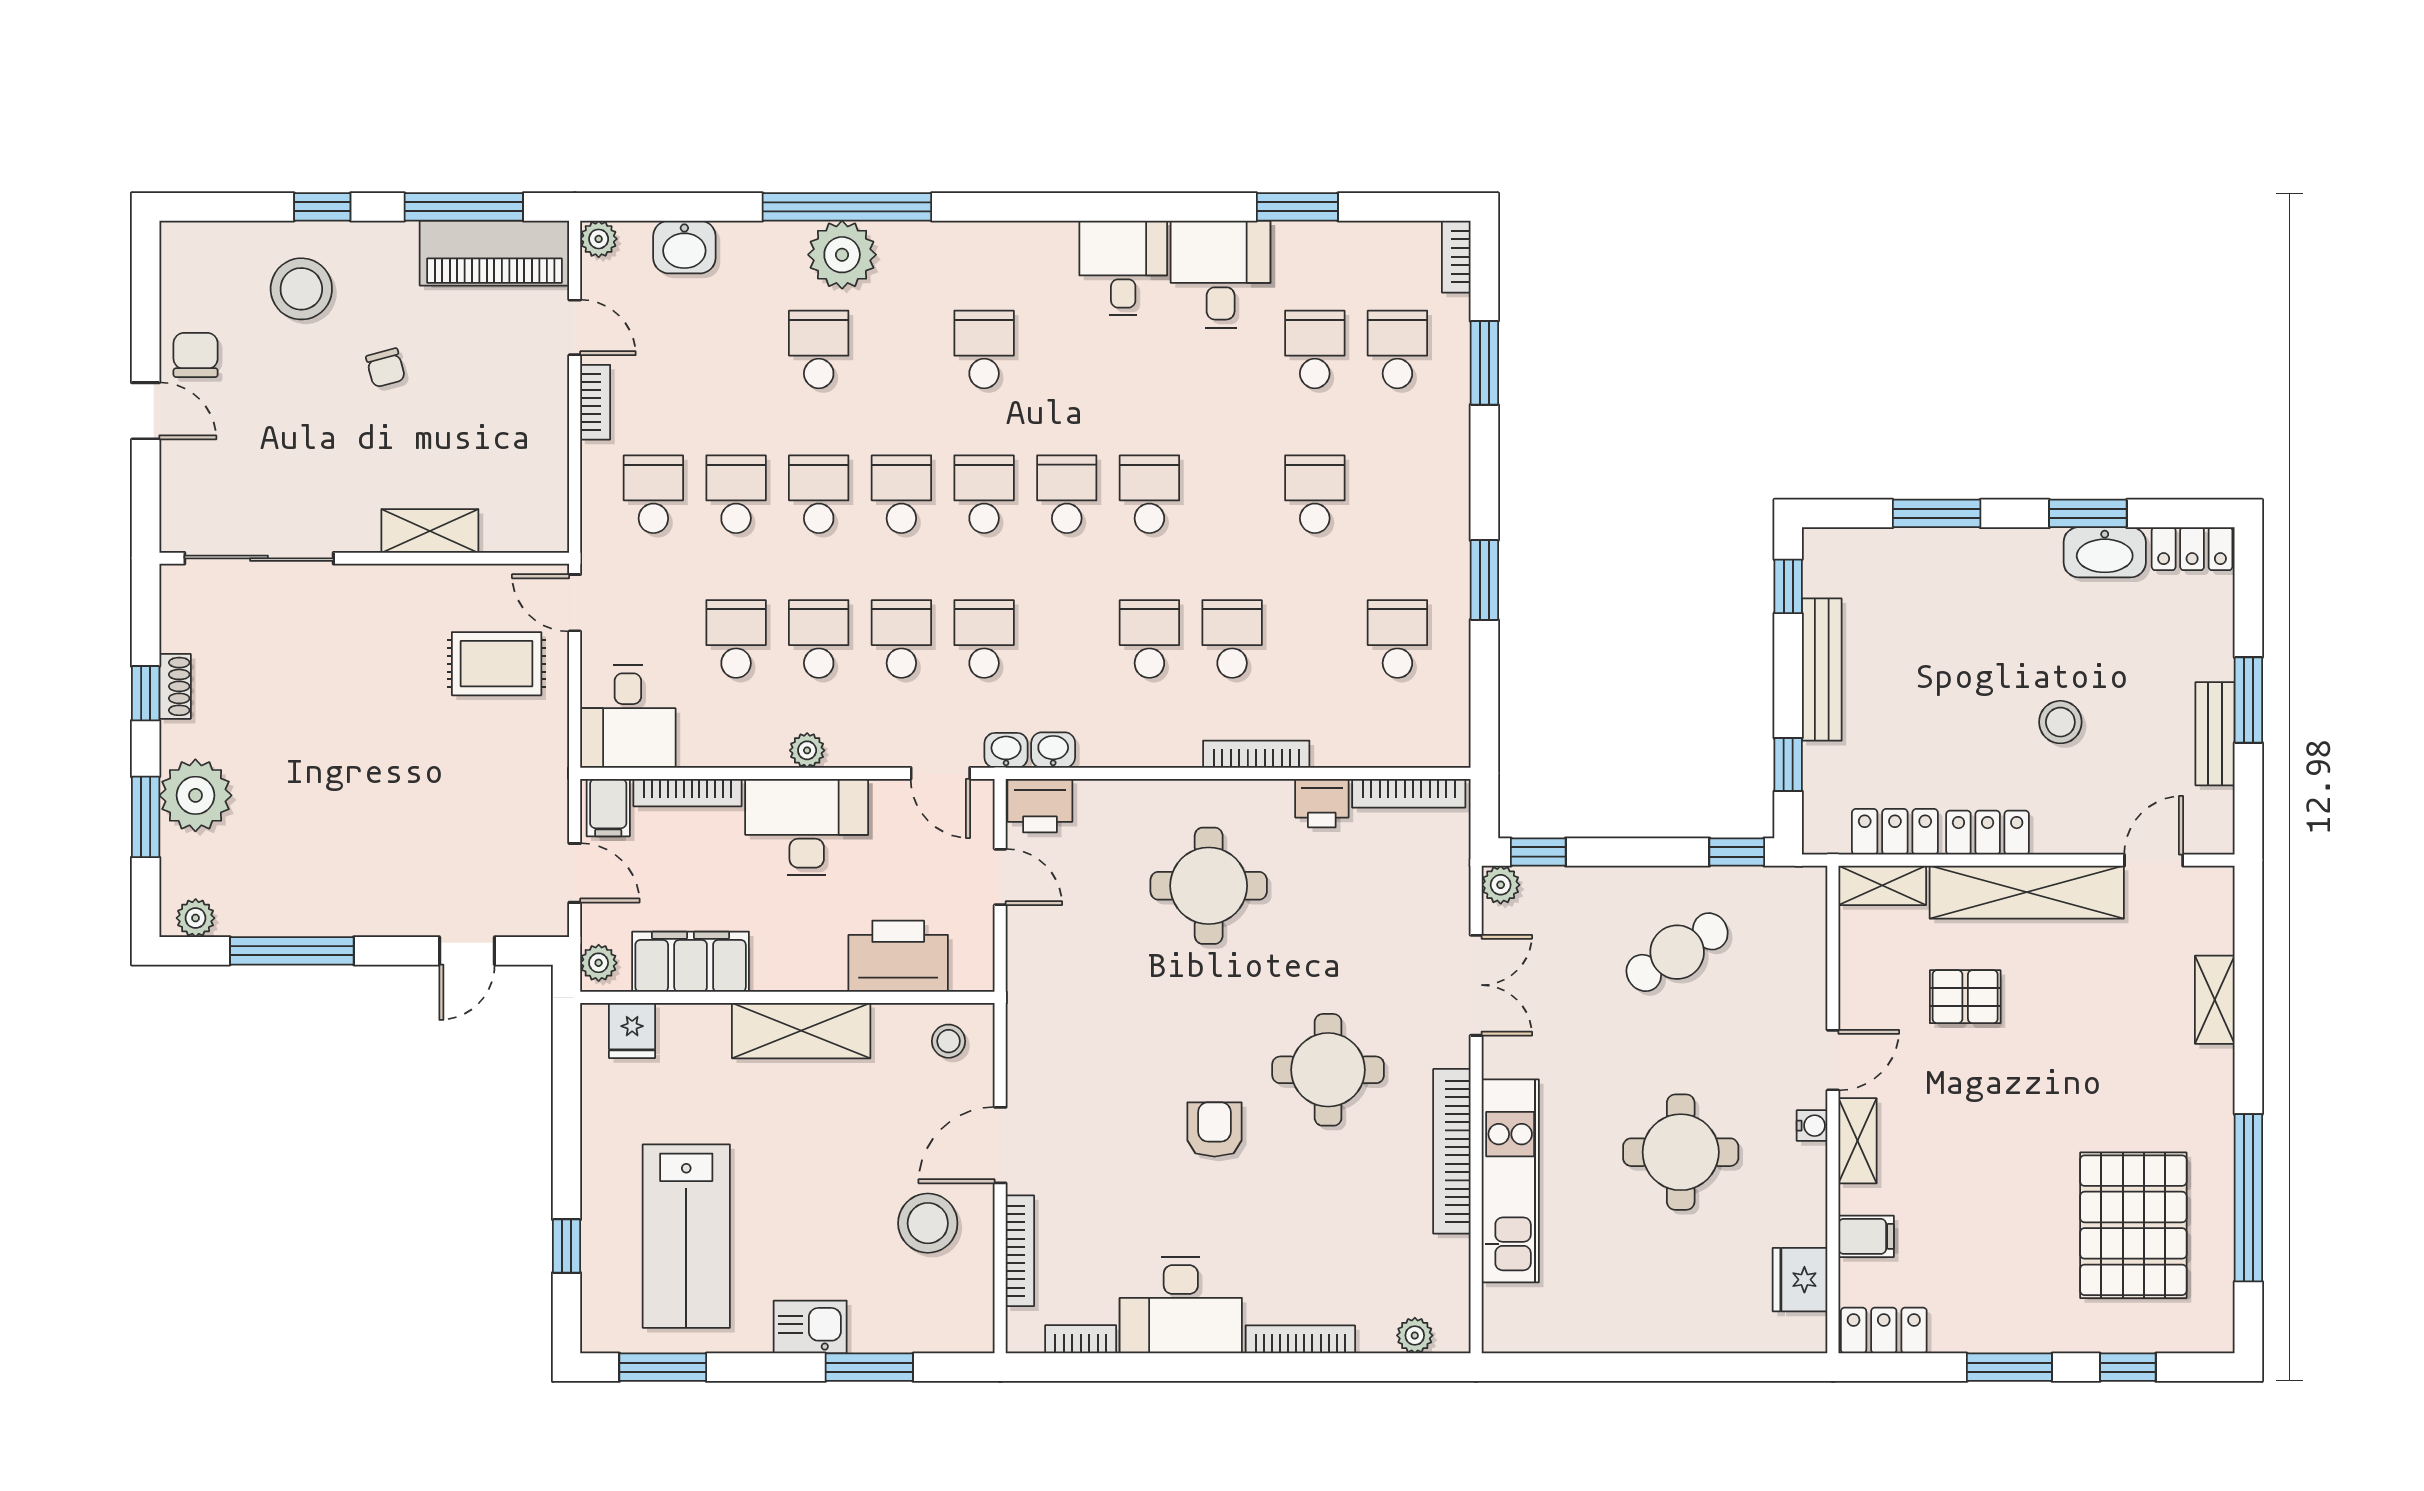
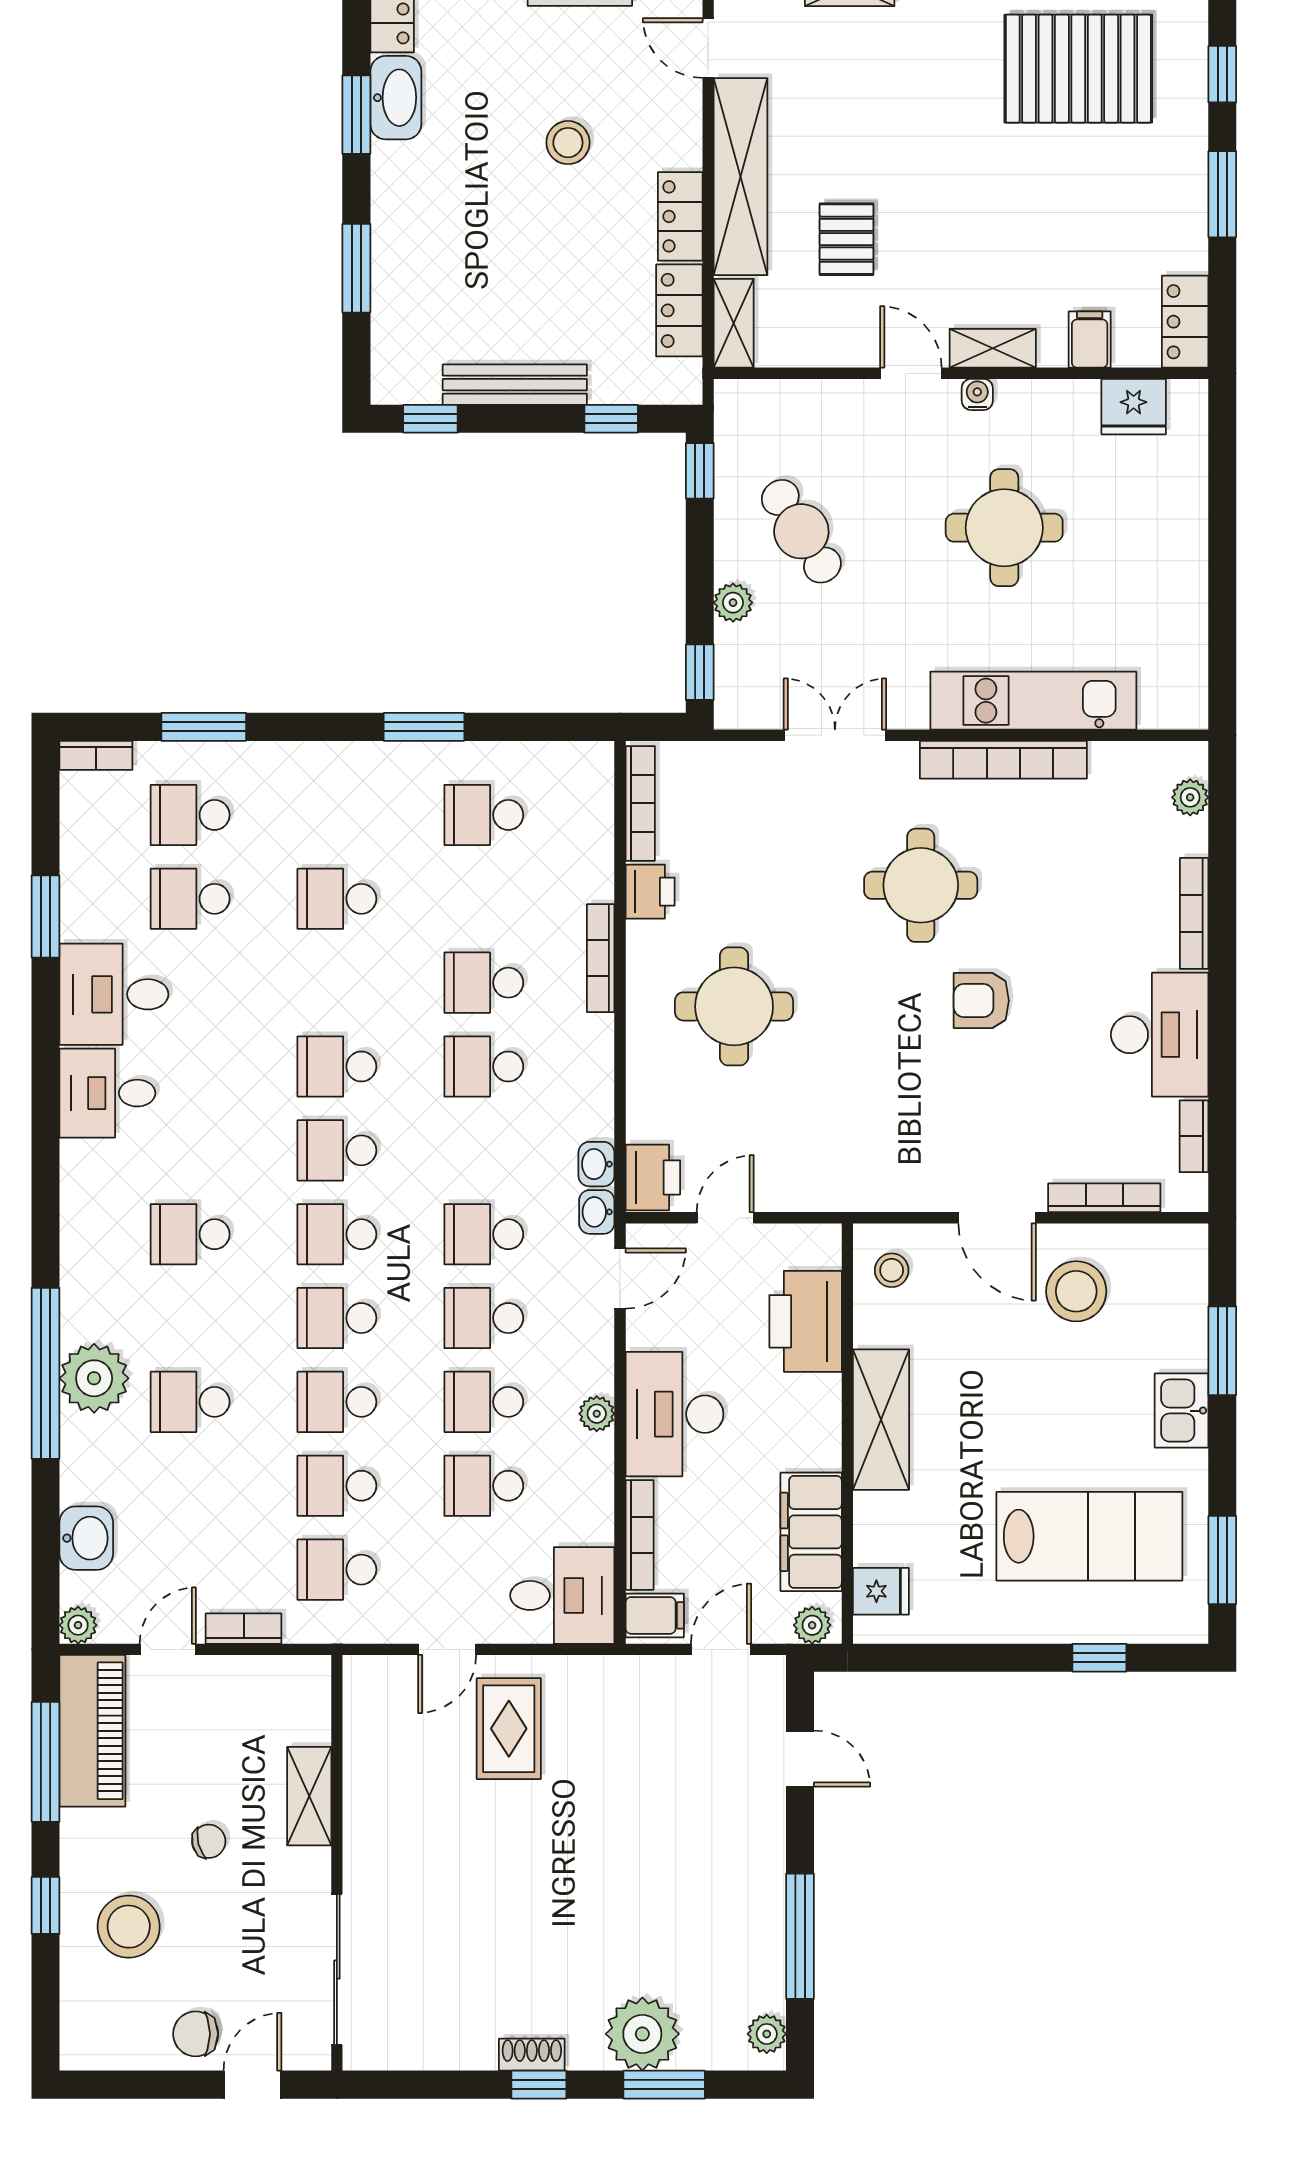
shelving: (430, 531) -> (309, 1796), moved
sliding door: (259, 558) -> (337, 1970), moved
wall: (364, 558) -> (337, 1863), moved
plant: (1501, 885) -> (733, 603), moved

